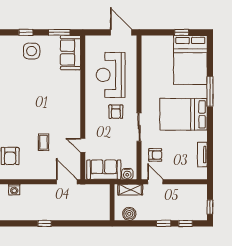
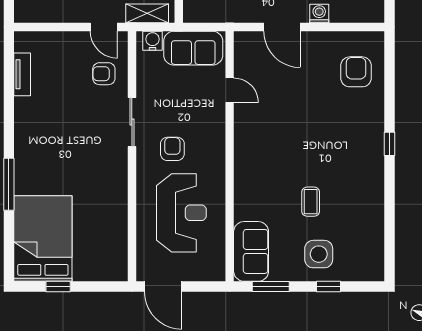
bed: (183, 114) -> (55, 144), removed
coffee table: (44, 142) -> (311, 202), moved
door: (67, 182) -> (282, 27), moved
washing machine: (14, 190) -> (319, 14), moved

